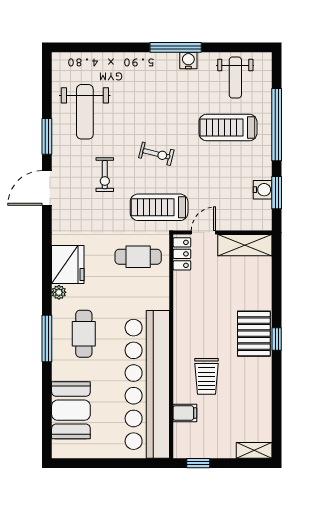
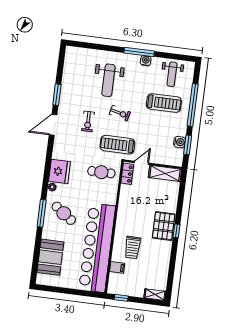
weight bench: (85, 112) -> (108, 80), moved
treadmill: (228, 128) -> (164, 103), turned 180
cafe table: (84, 334) -> (64, 213), turned -54

